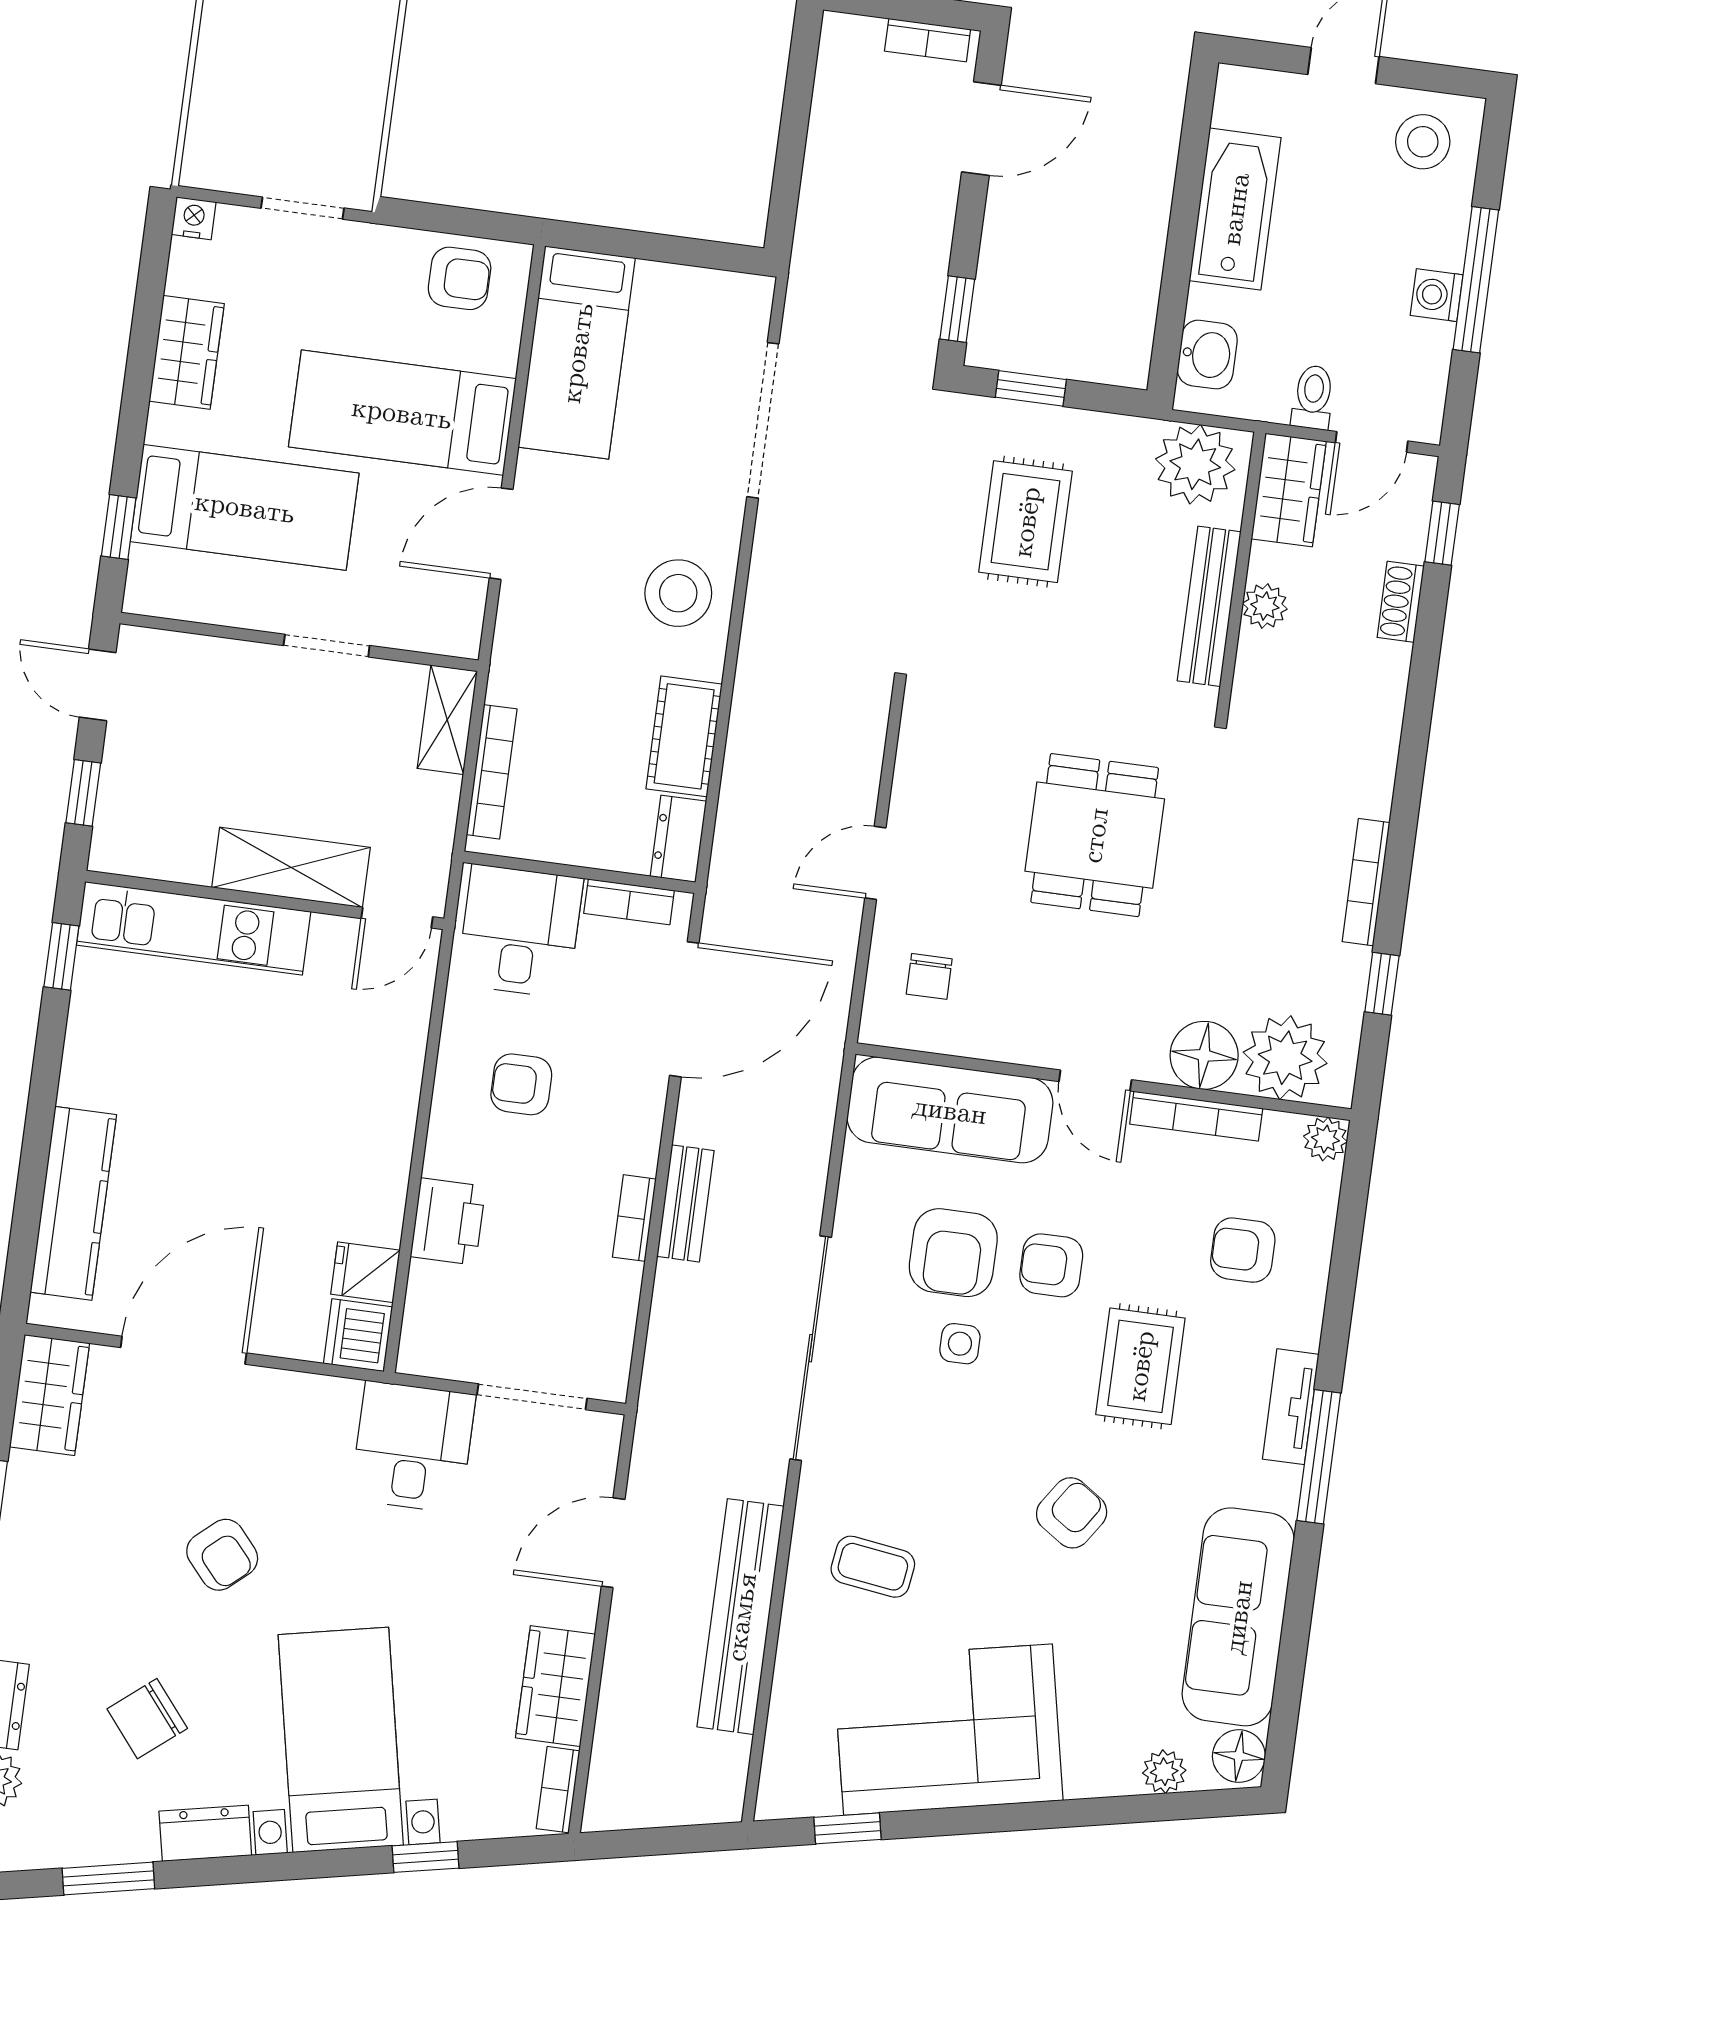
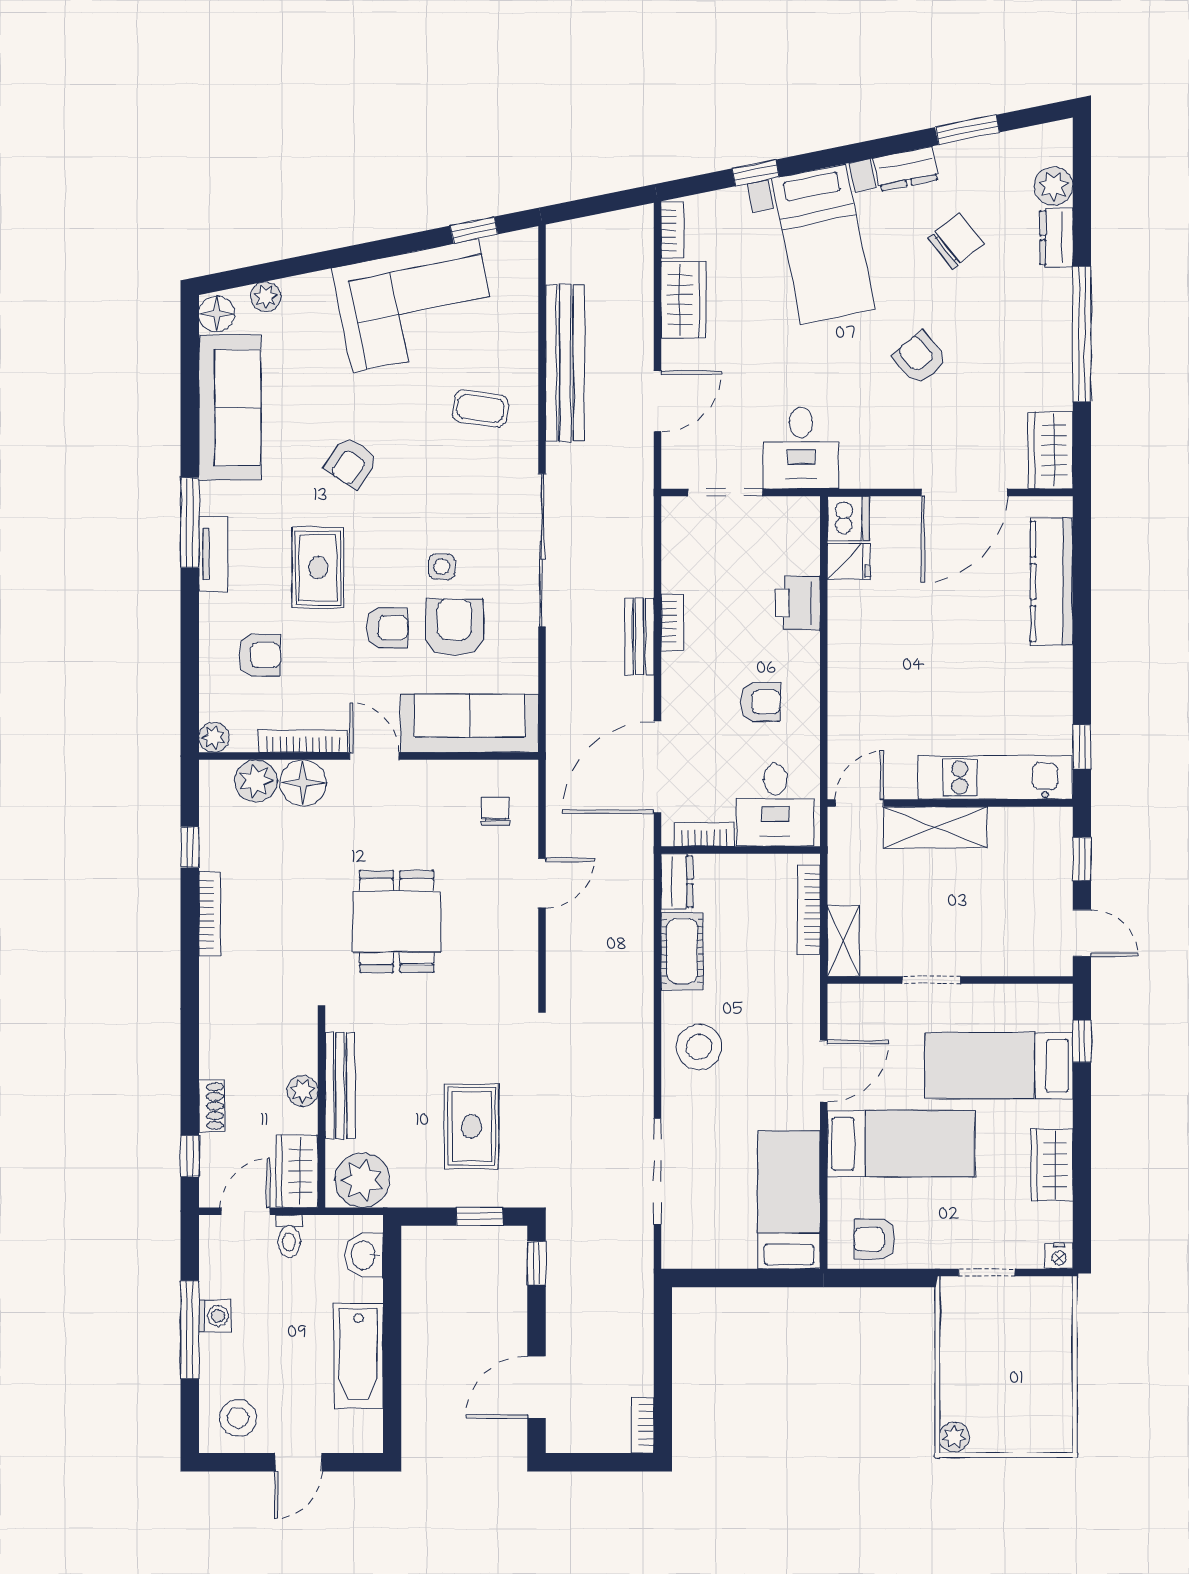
bookcase: (928, 40) -> (643, 1425), moved, turned -90
plant: (1285, 1058) -> (256, 781), width x0.73, depth x0.73

